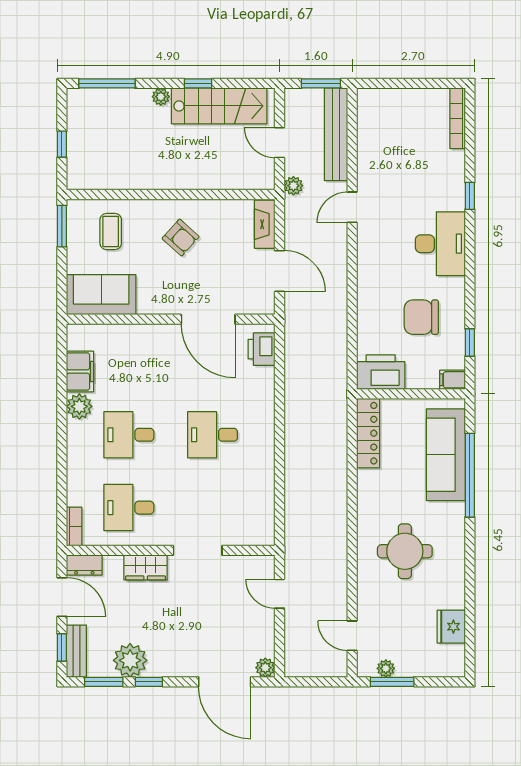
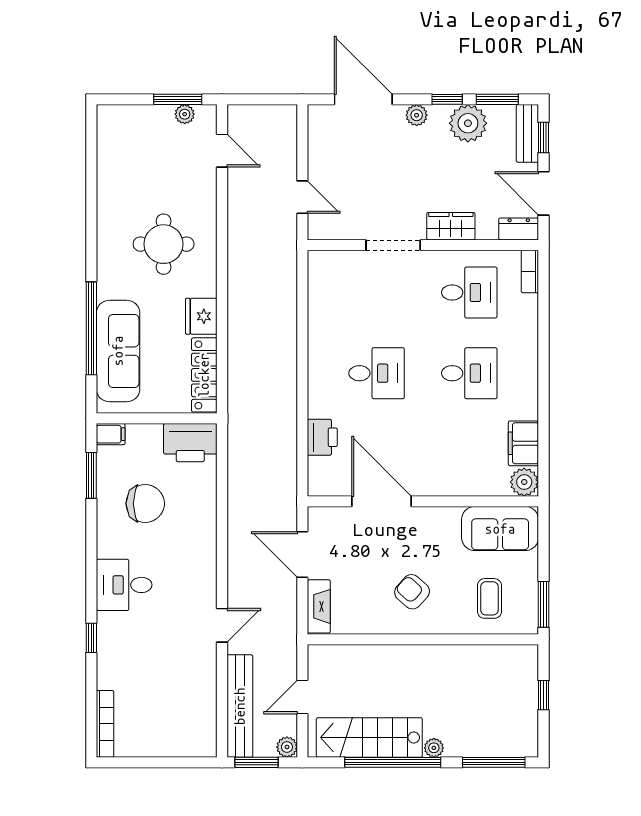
window: (198, 83) -> (393, 762), width x3.17
door: (280, 143) -> (302, 697), swing flipped
plant: (293, 186) -> (287, 747), moved
desk: (440, 244) -> (124, 585), width x0.73
window: (470, 343) -> (91, 475), width x1.50
printer: (262, 349) -> (322, 437), moved
plant: (79, 406) -> (524, 482), moved
fridge: (451, 627) -> (201, 316), moved, turned 180
plant: (265, 668) -> (417, 115), moved

